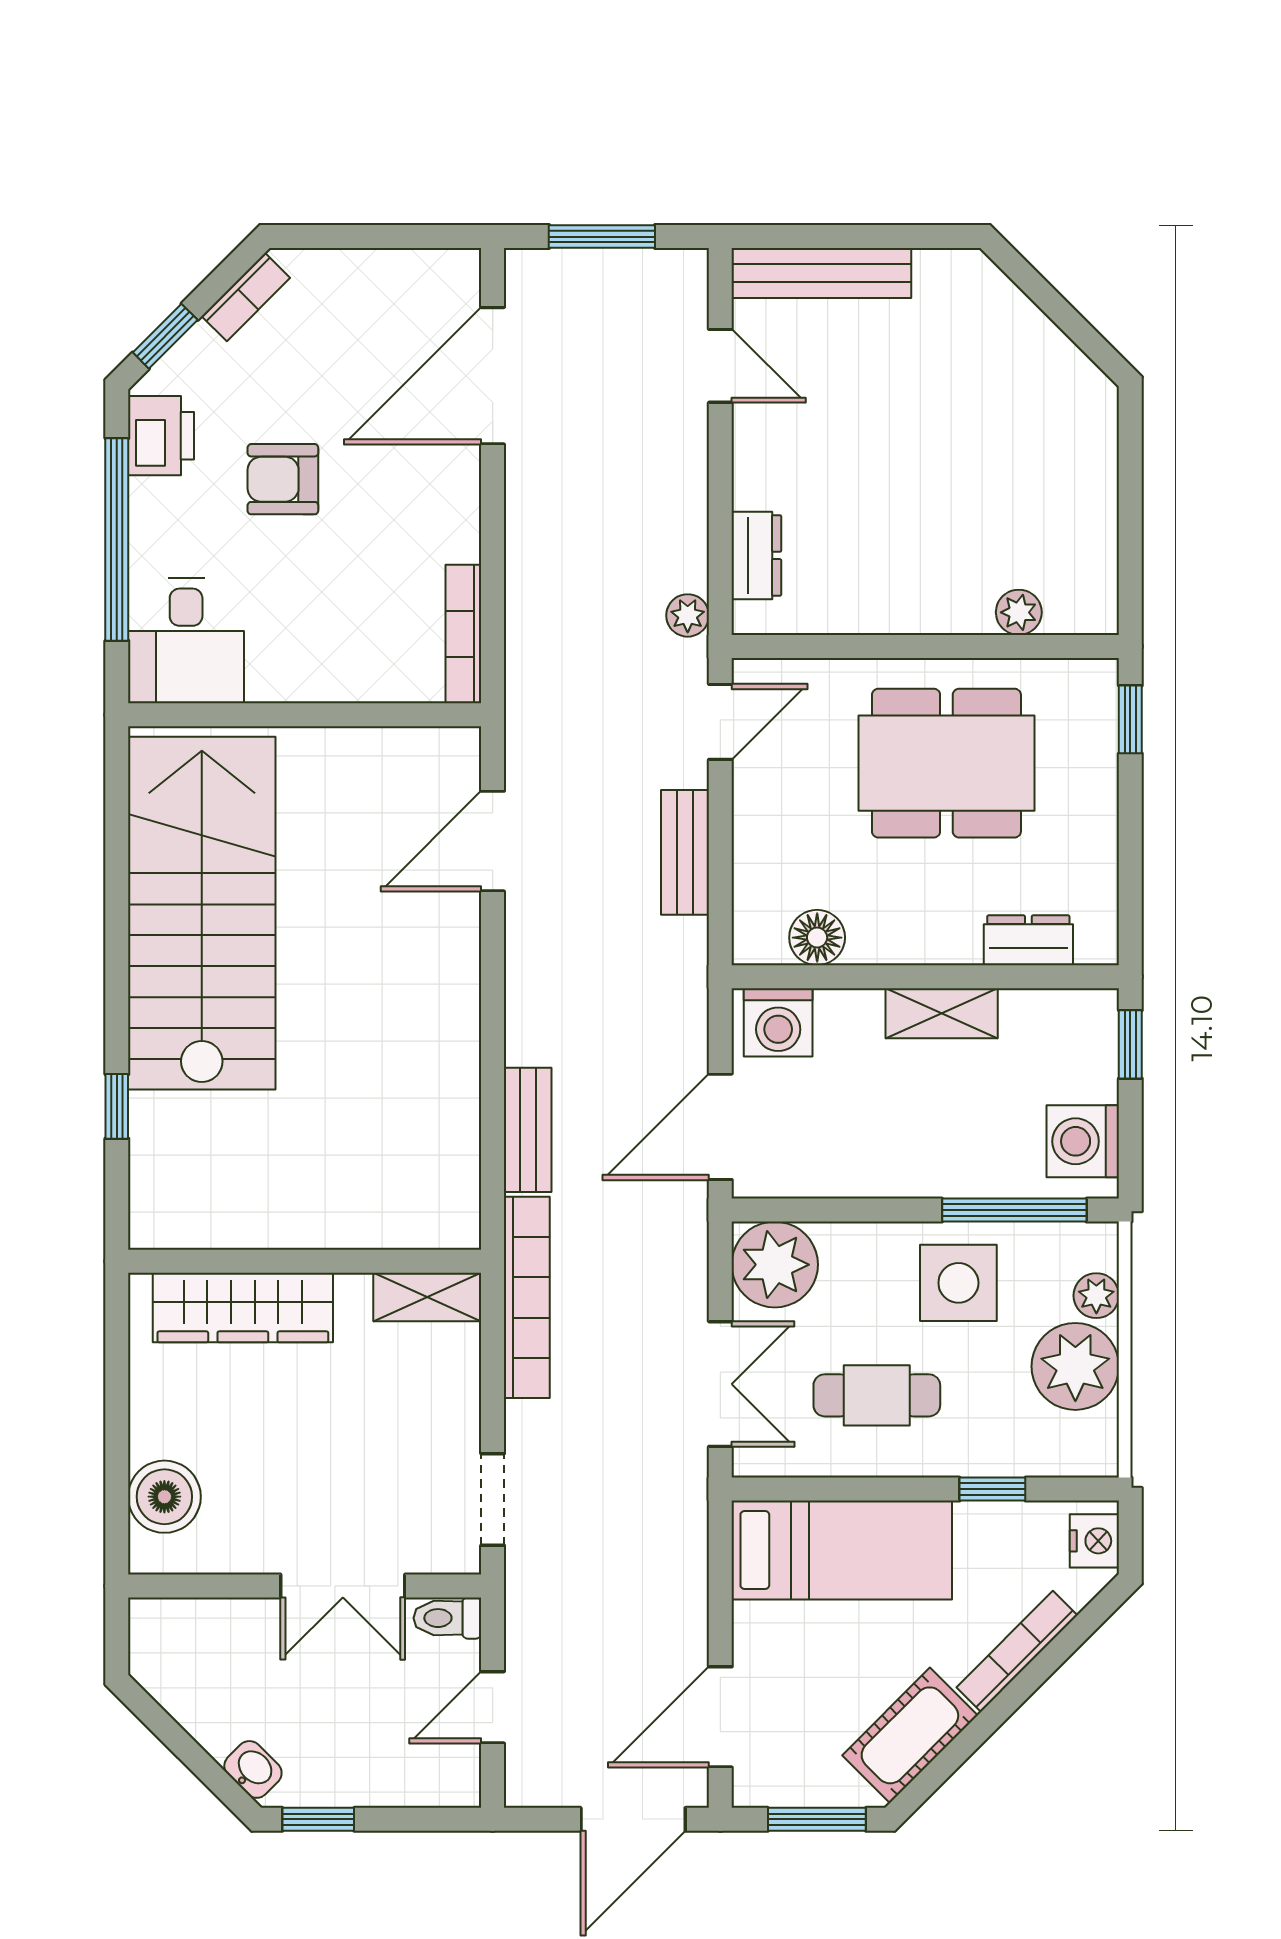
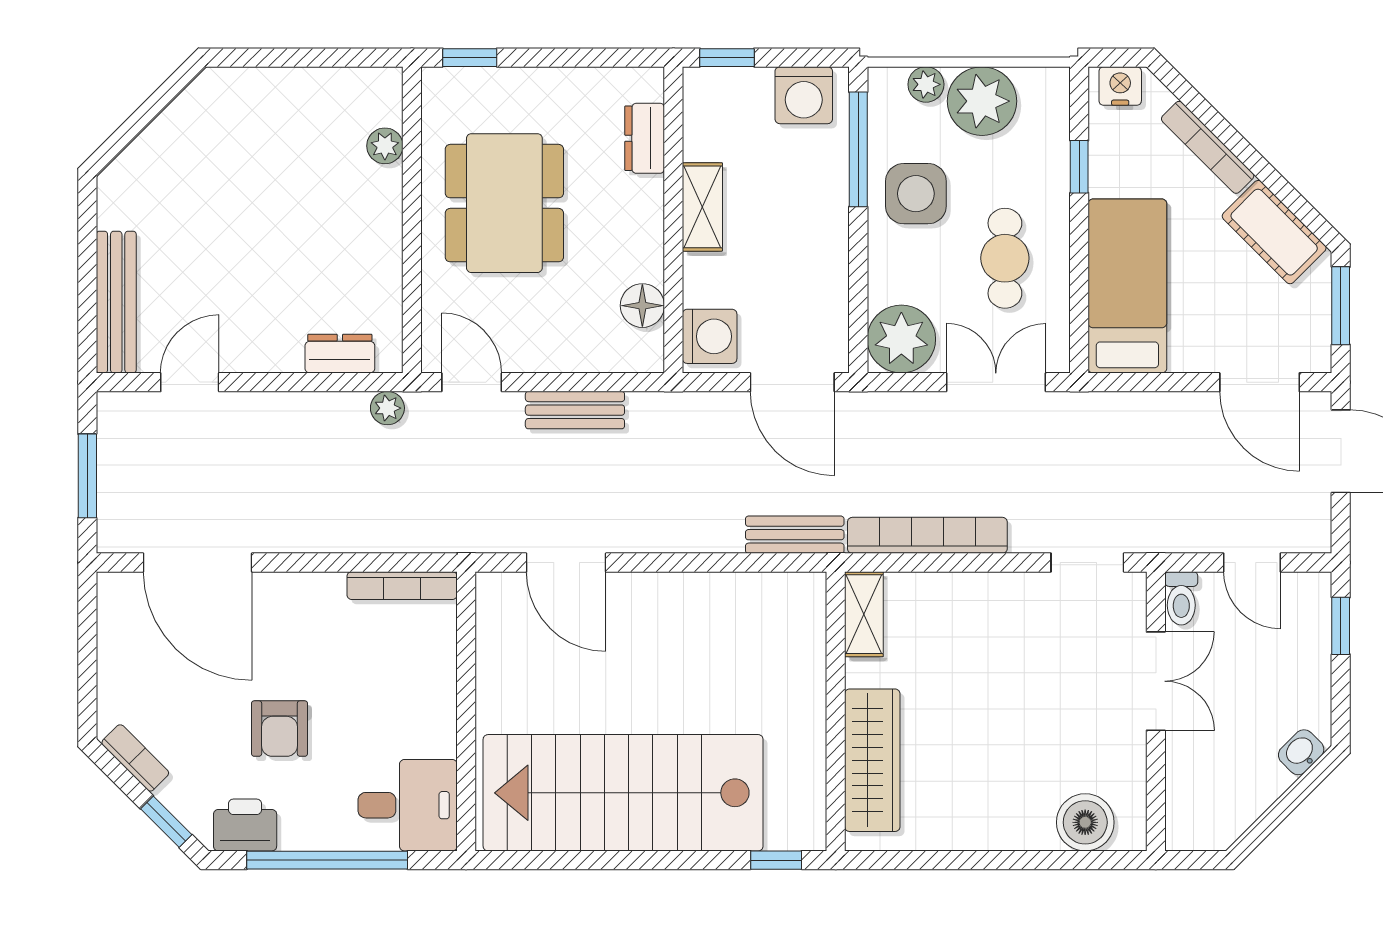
wall: (305, 1261) -> (836, 711), moved
shelving: (427, 1297) -> (864, 614), moved
wardrobe: (243, 1308) -> (872, 760), moved
window: (318, 1819) -> (1341, 626), moved

